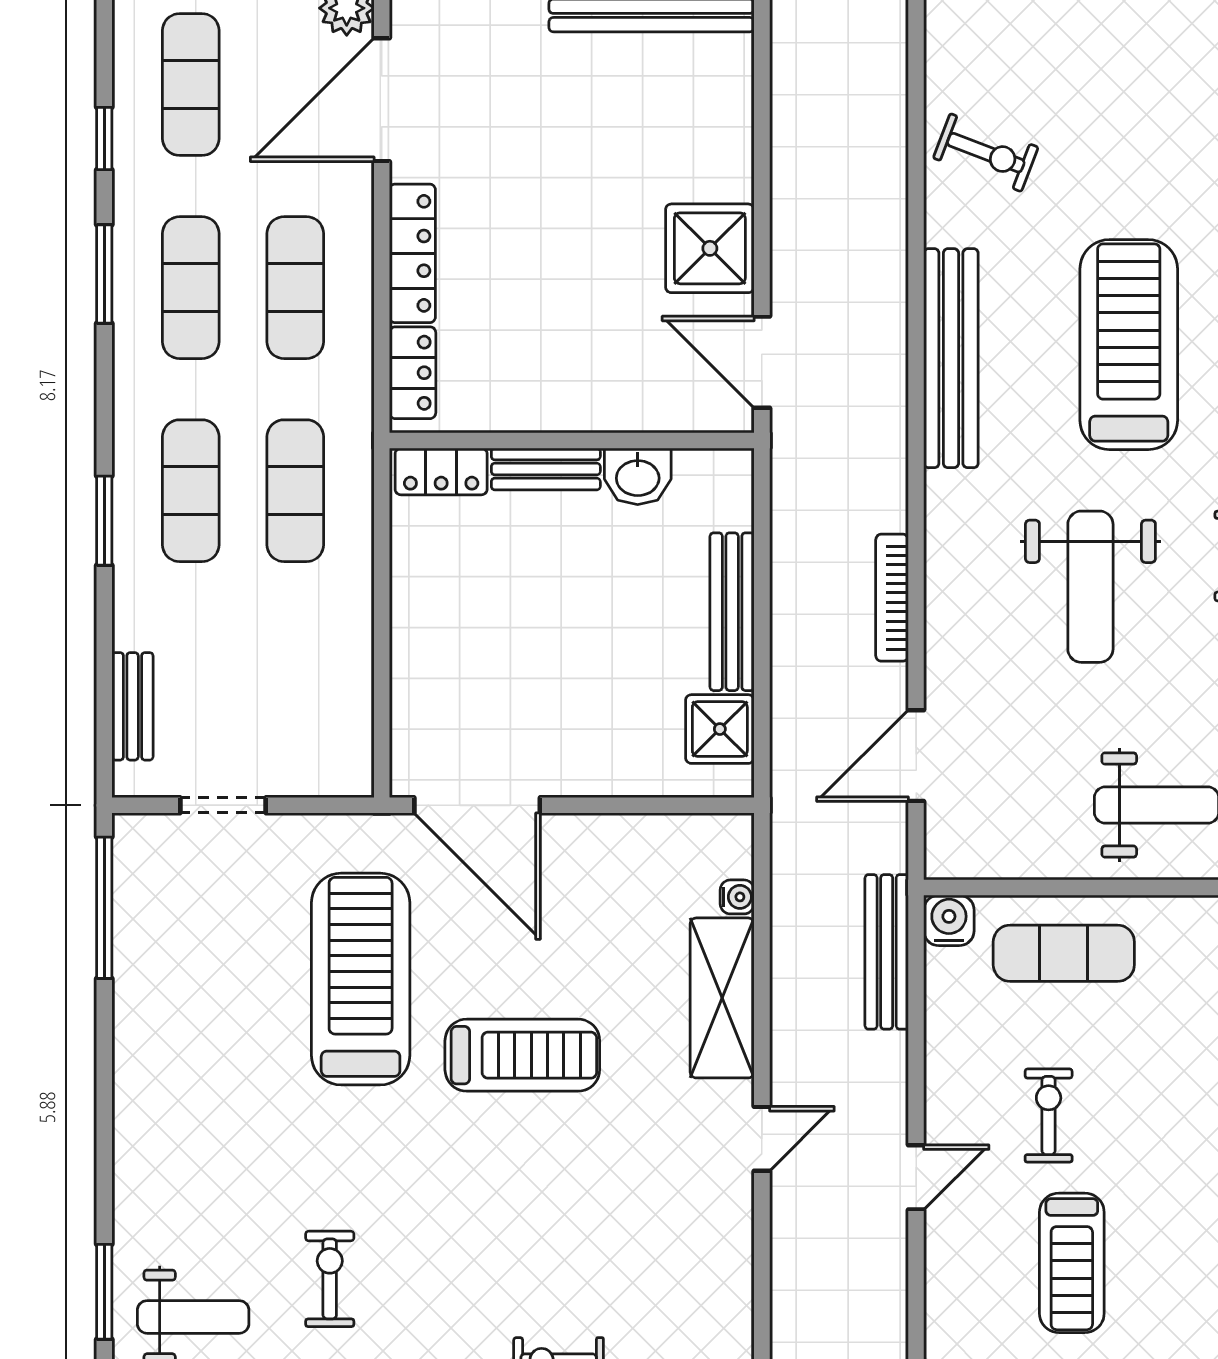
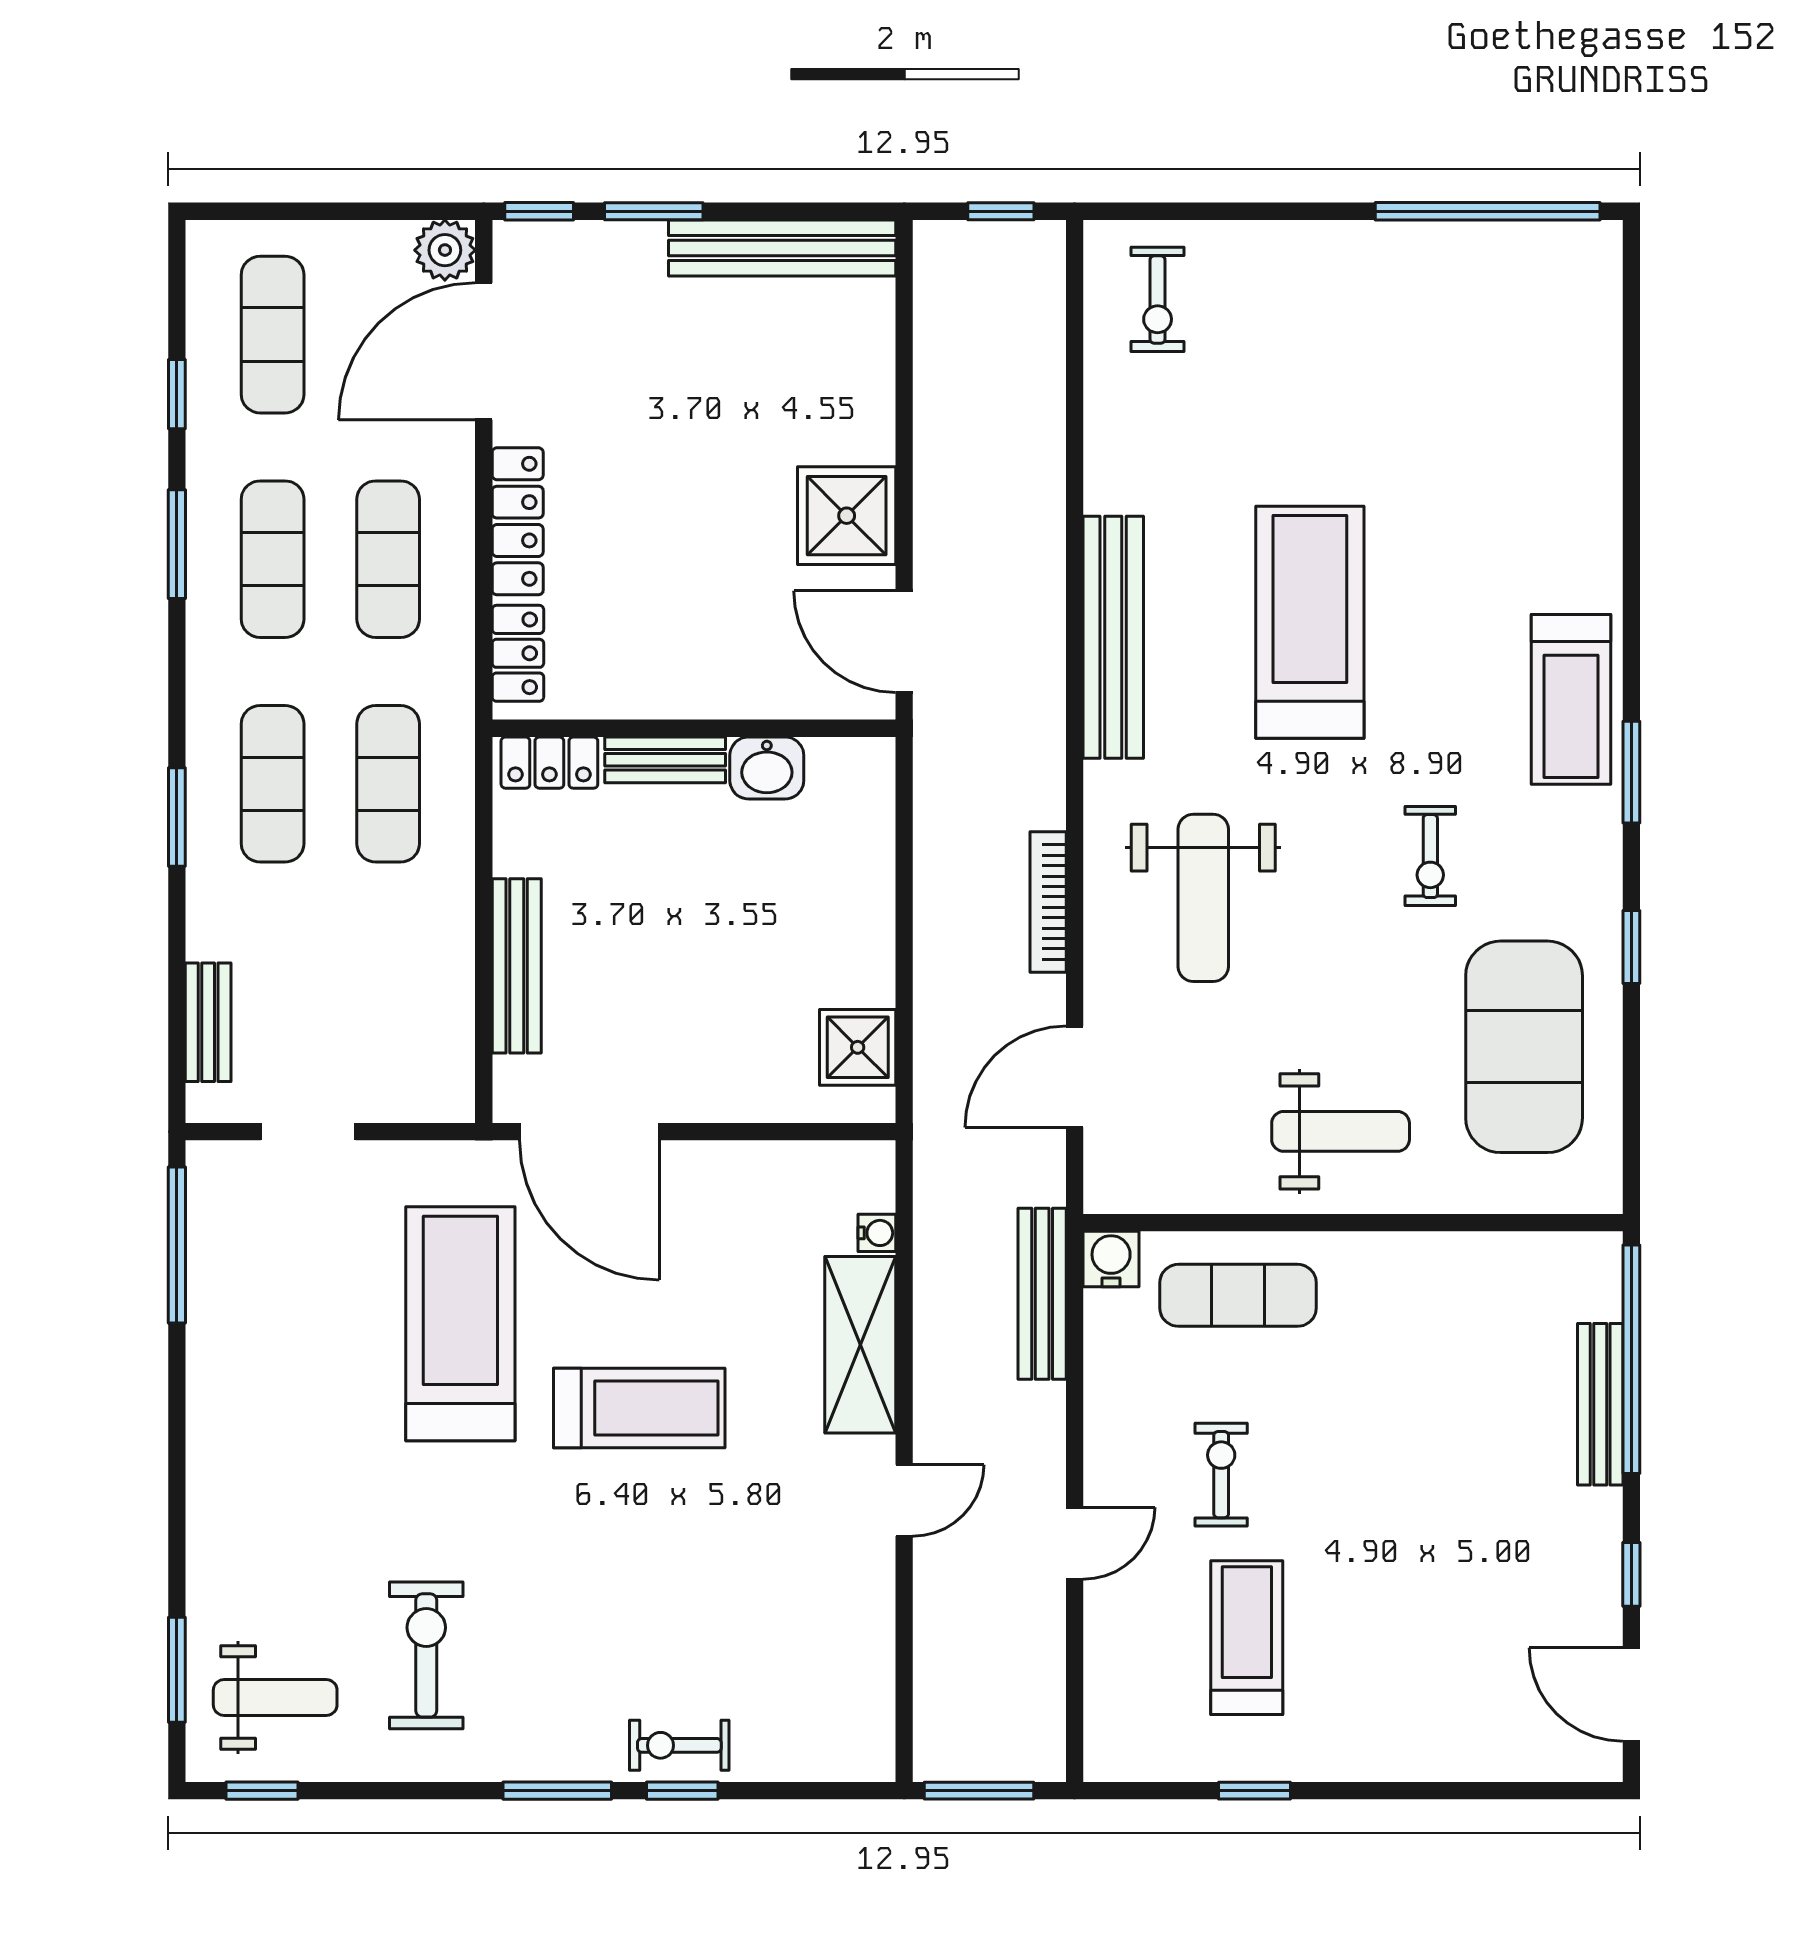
exercise bike: (986, 153) -> (1158, 299), moved, turned 69
weight bench: (1090, 587) -> (1203, 898), moved
bench: (732, 612) -> (517, 966), moved
treadmill: (1072, 1263) -> (1247, 1638), turned 180
exercise bike: (330, 1279) -> (426, 1655), width x1.38, depth x1.39

